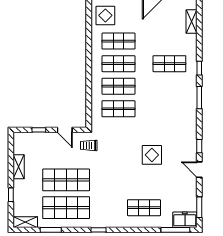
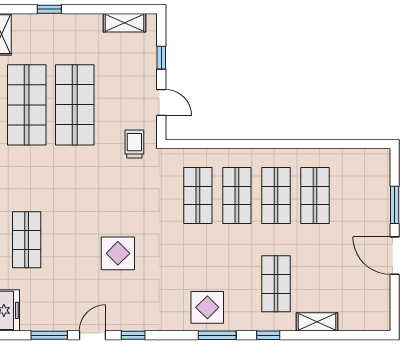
display table: (105, 15) -> (207, 307), moved
shelving: (192, 22) -> (317, 322), moved
door: (65, 130) -> (161, 102), swing flipped
shelving: (19, 167) -> (125, 23), moved
window: (199, 207) -> (49, 335), moved

